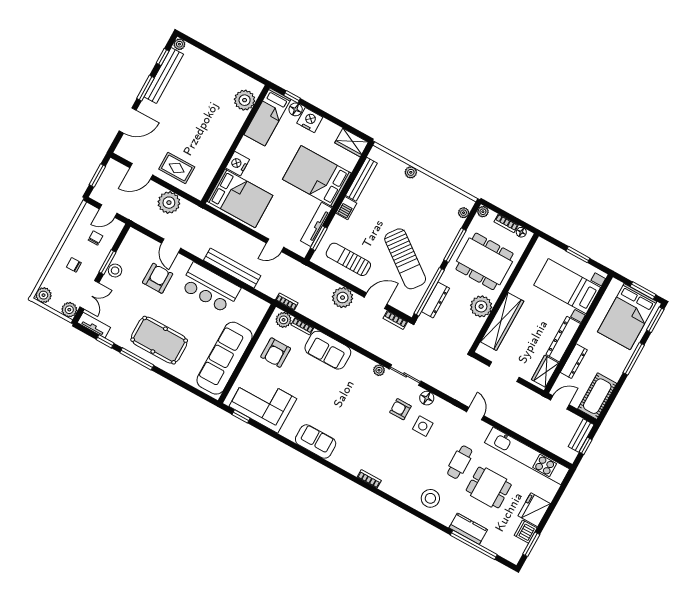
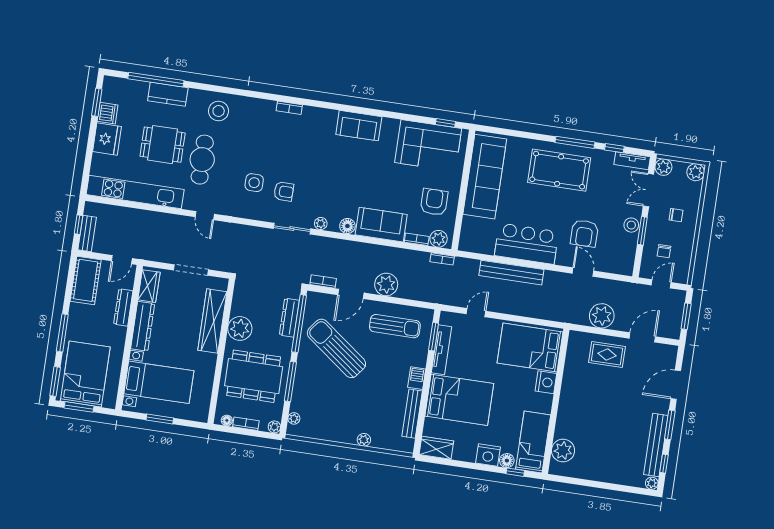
floor lamp: (427, 398) -> (347, 226), moved
cafe table: (460, 462) -> (202, 160), width x1.37, depth x1.35

